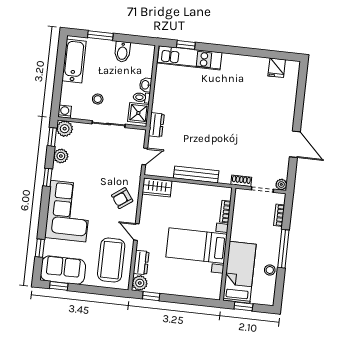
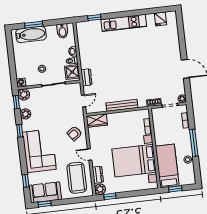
bidet: (122, 52) -> (62, 31), moved
kitchen unit: (190, 58) -> (124, 23), moved
bathtub: (74, 61) -> (31, 34), moved, turned 90
bed with nightstands: (197, 246) -> (134, 161), width x1.36

